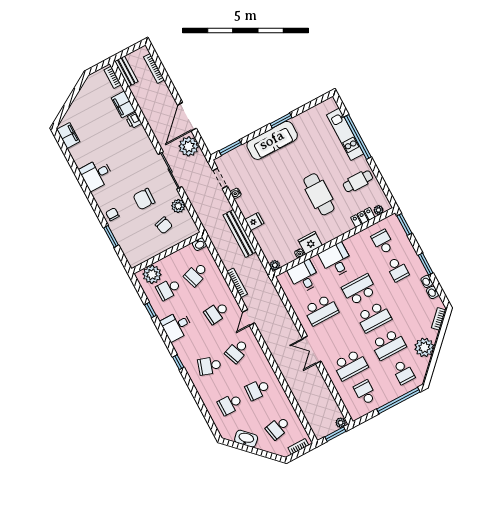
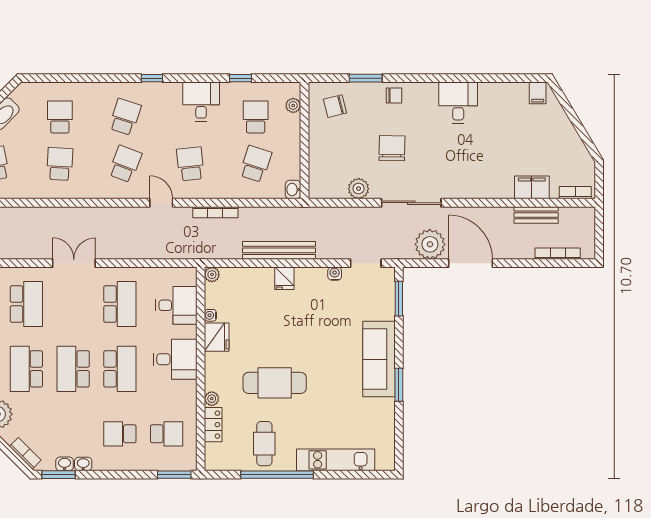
bench: (126, 71) -> (536, 215), moved
printer: (134, 120) -> (503, 190), removed
filing cabinet: (68, 135) -> (538, 93), width x0.50
window: (358, 137) -> (277, 475), moved
plant: (379, 210) -> (212, 399), moved
chair: (164, 225) -> (335, 106), moved
window: (426, 264) -> (59, 475), moved
plant: (152, 274) -> (293, 105), width x0.53, depth x0.53
school desk: (196, 274) -> (256, 164), turned 36
school desk: (321, 310) -> (120, 304), turned 180
school desk: (237, 351) -> (125, 164), turned 42
school desk: (350, 365) -> (26, 304), turned 180

